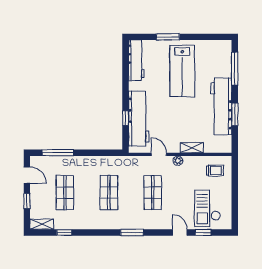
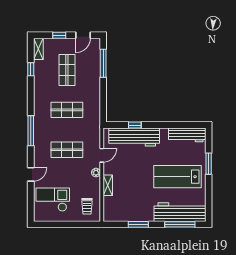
workbench: (221, 106) -> (180, 212), moved
shop shelf: (65, 193) -> (67, 70), turned 90
window: (132, 232) -> (31, 131), width x1.44
window: (203, 232) -> (31, 196), removed

